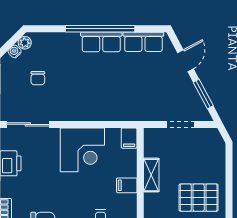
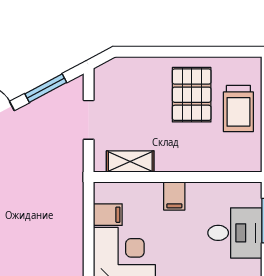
filing cabinet: (129, 138) -> (108, 215), moved
shelving: (151, 175) -> (130, 161), moved

